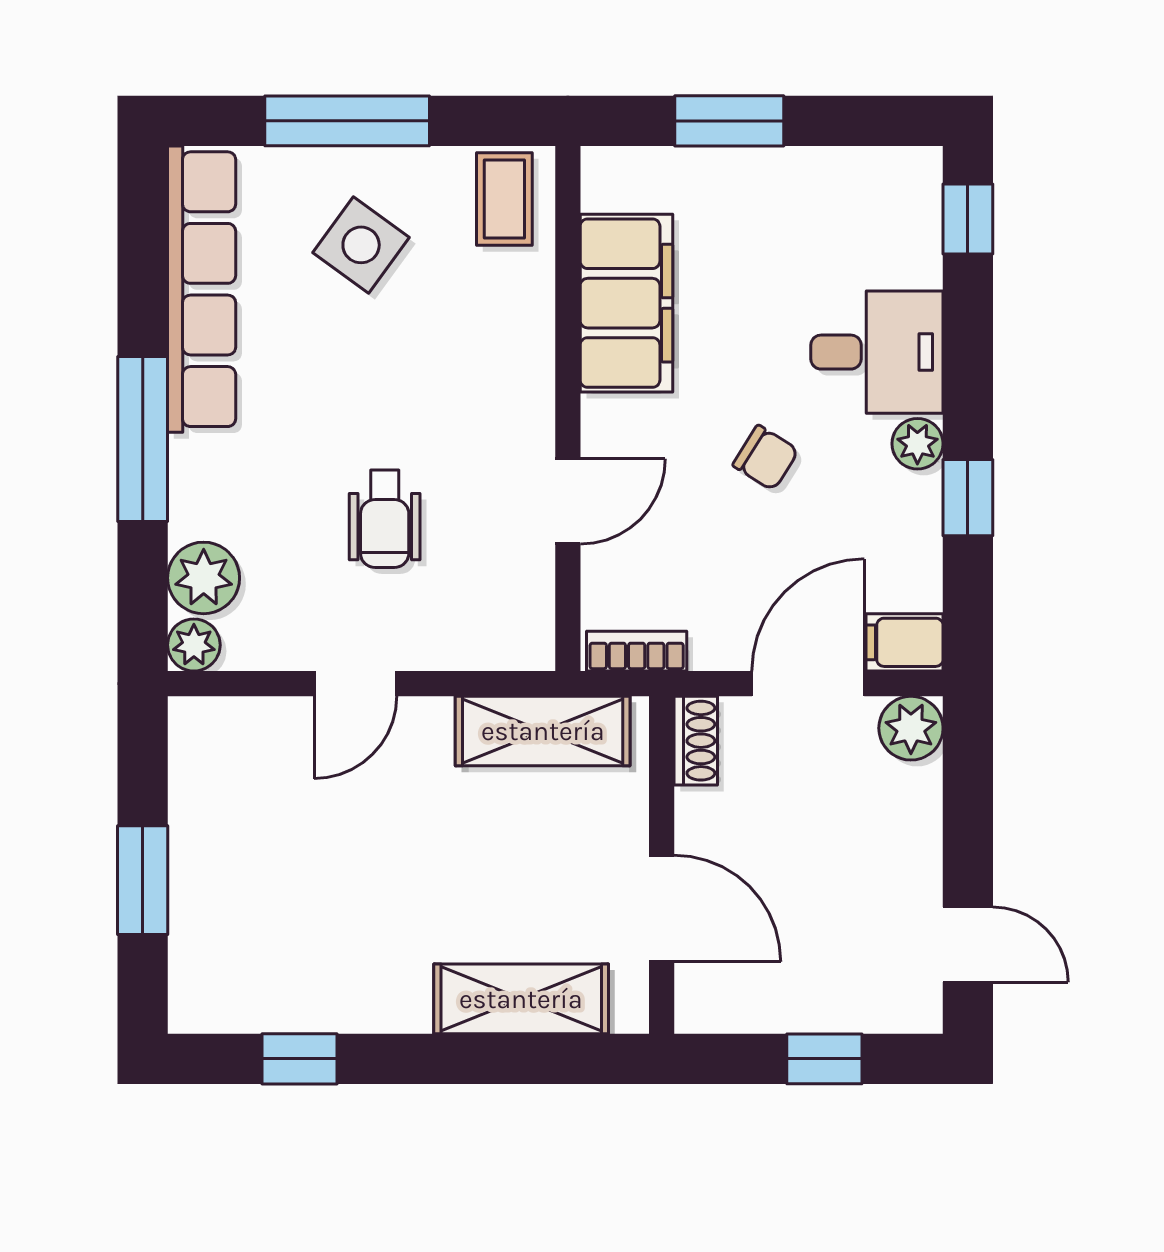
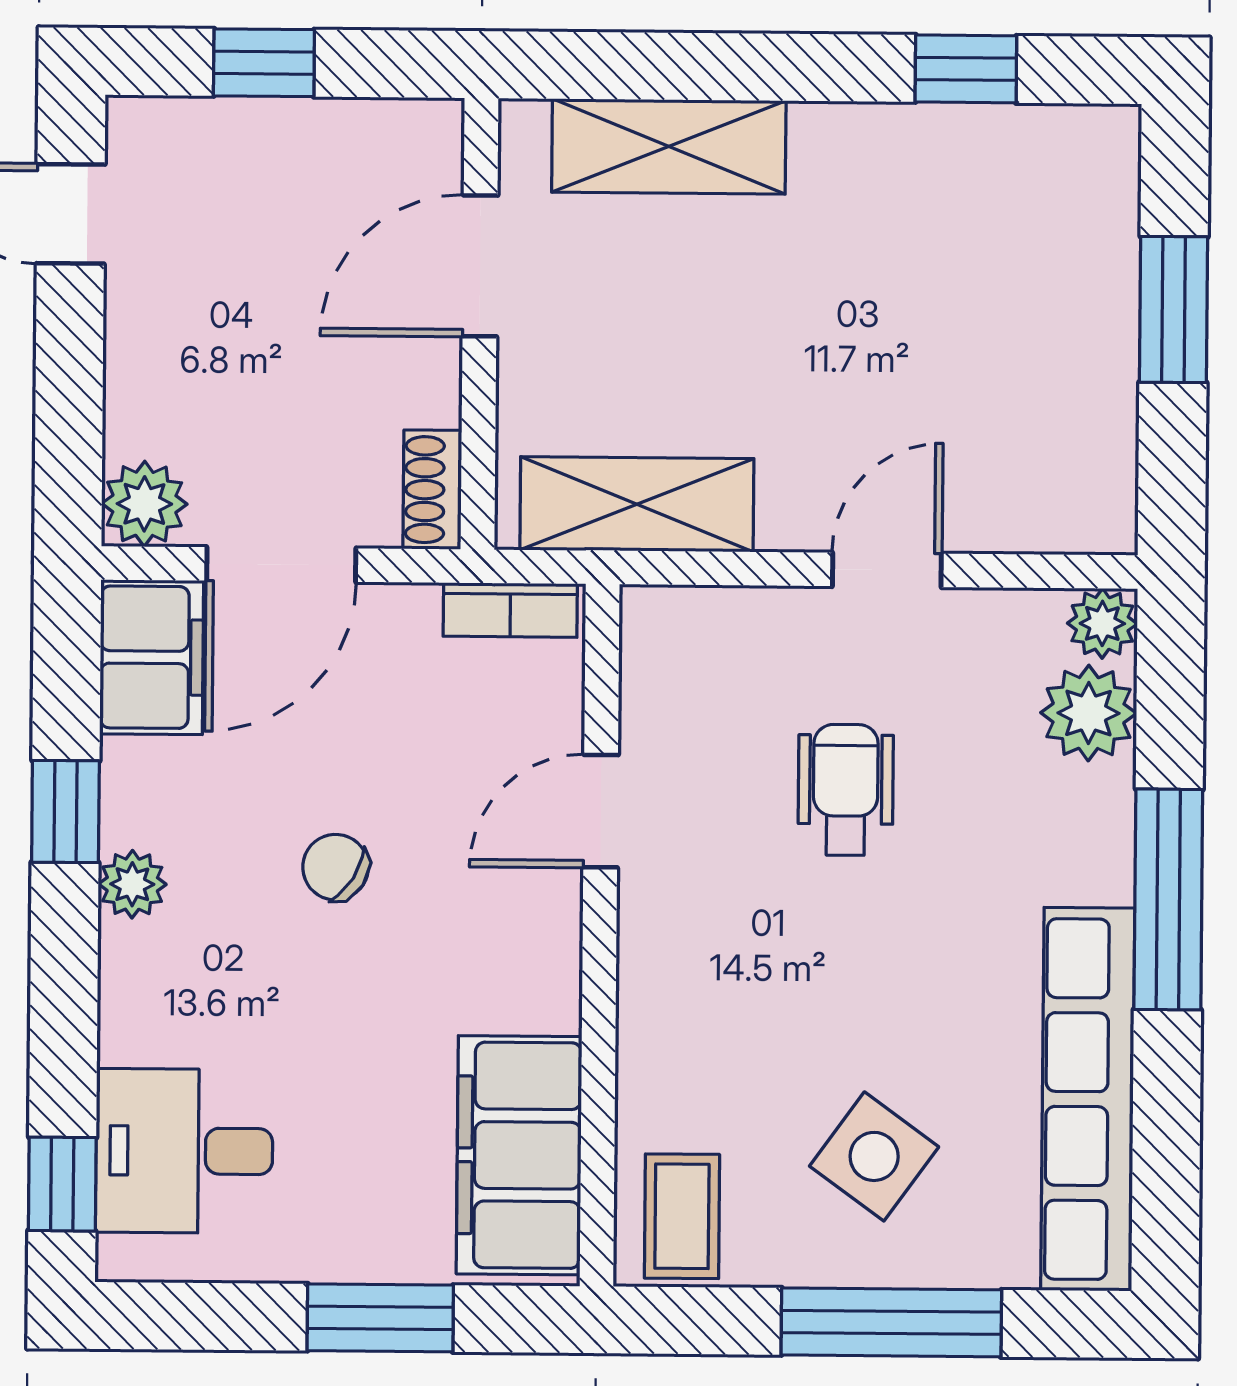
filing cabinet: (627, 303) -> (519, 1155), moved
desk: (877, 352) -> (184, 1151), moved
filing cabinet: (905, 642) -> (152, 657), width x2.00
door: (662, 908) -> (480, 266), hinge flipped

